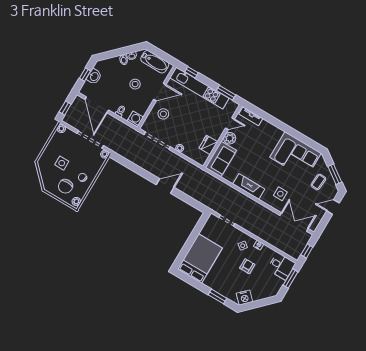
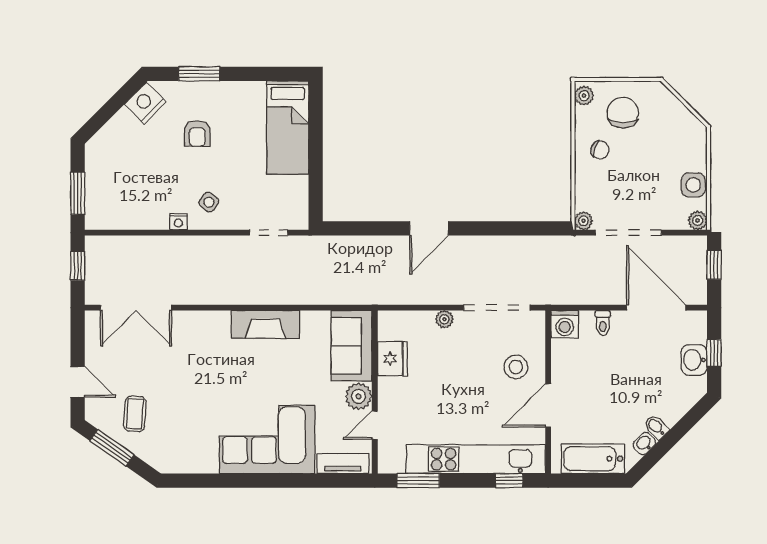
stool: (135, 84) -> (605, 392), removed
corner sofa: (295, 155) -> (267, 439), moved
side table: (62, 163) -> (693, 185), moved
side table: (280, 194) -> (196, 347), removed
door: (333, 207) -> (78, 382), hinge flipped
bed: (200, 259) -> (288, 128), width x0.67
armchair: (247, 266) -> (197, 133), moved
desk: (281, 266) -> (110, 207), removed

